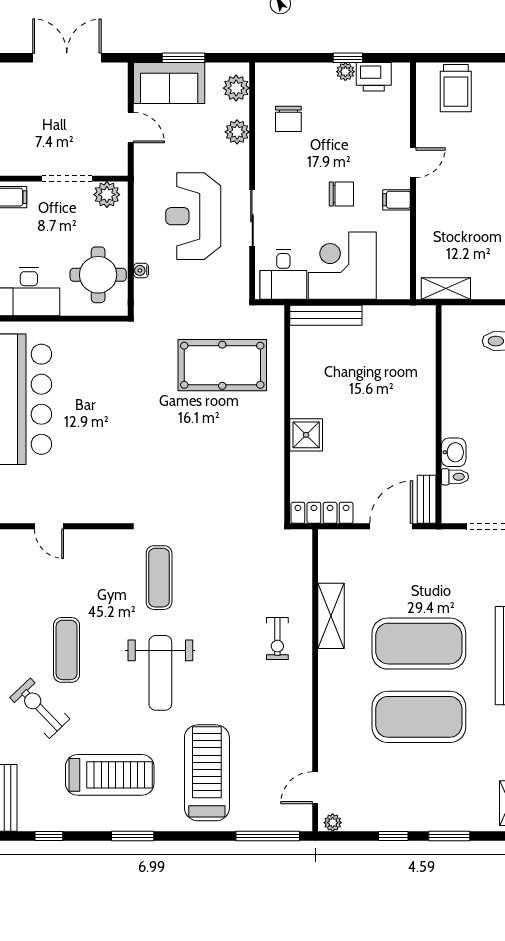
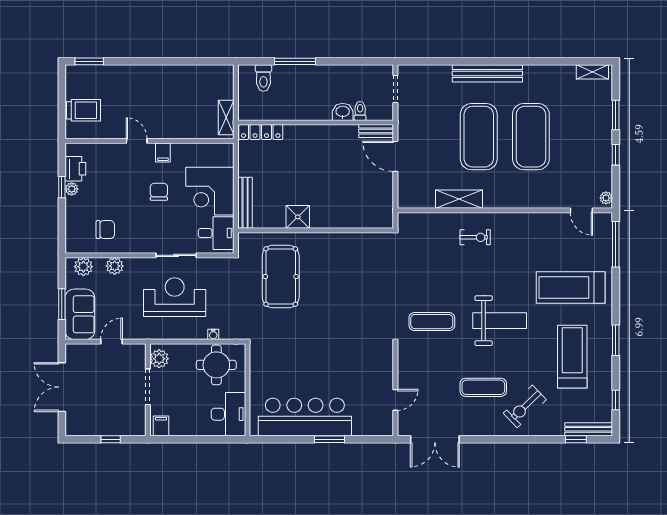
reception desk: (193, 216) -> (175, 297), turned 180
shower: (306, 435) -> (298, 217), moved
locker: (322, 513) -> (261, 132), moved, turned -90

